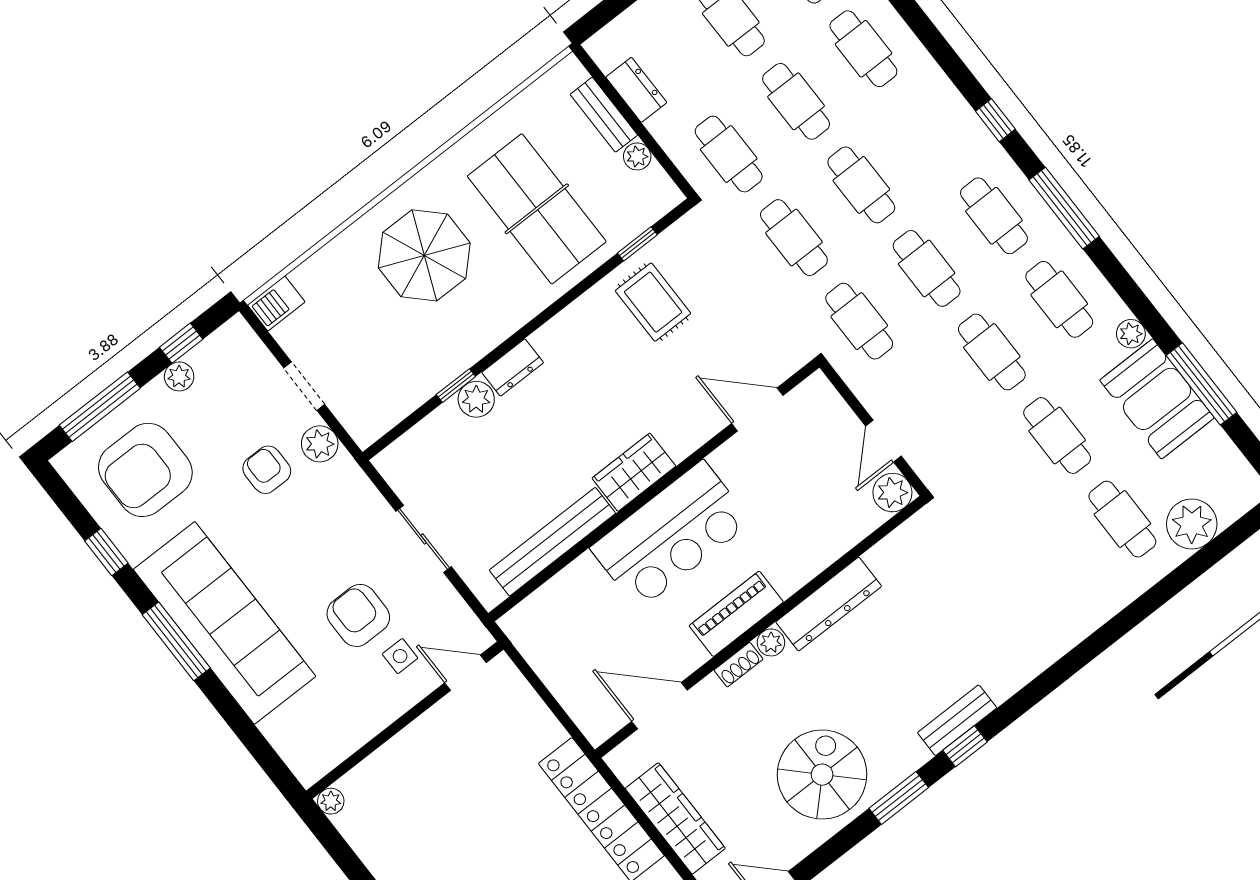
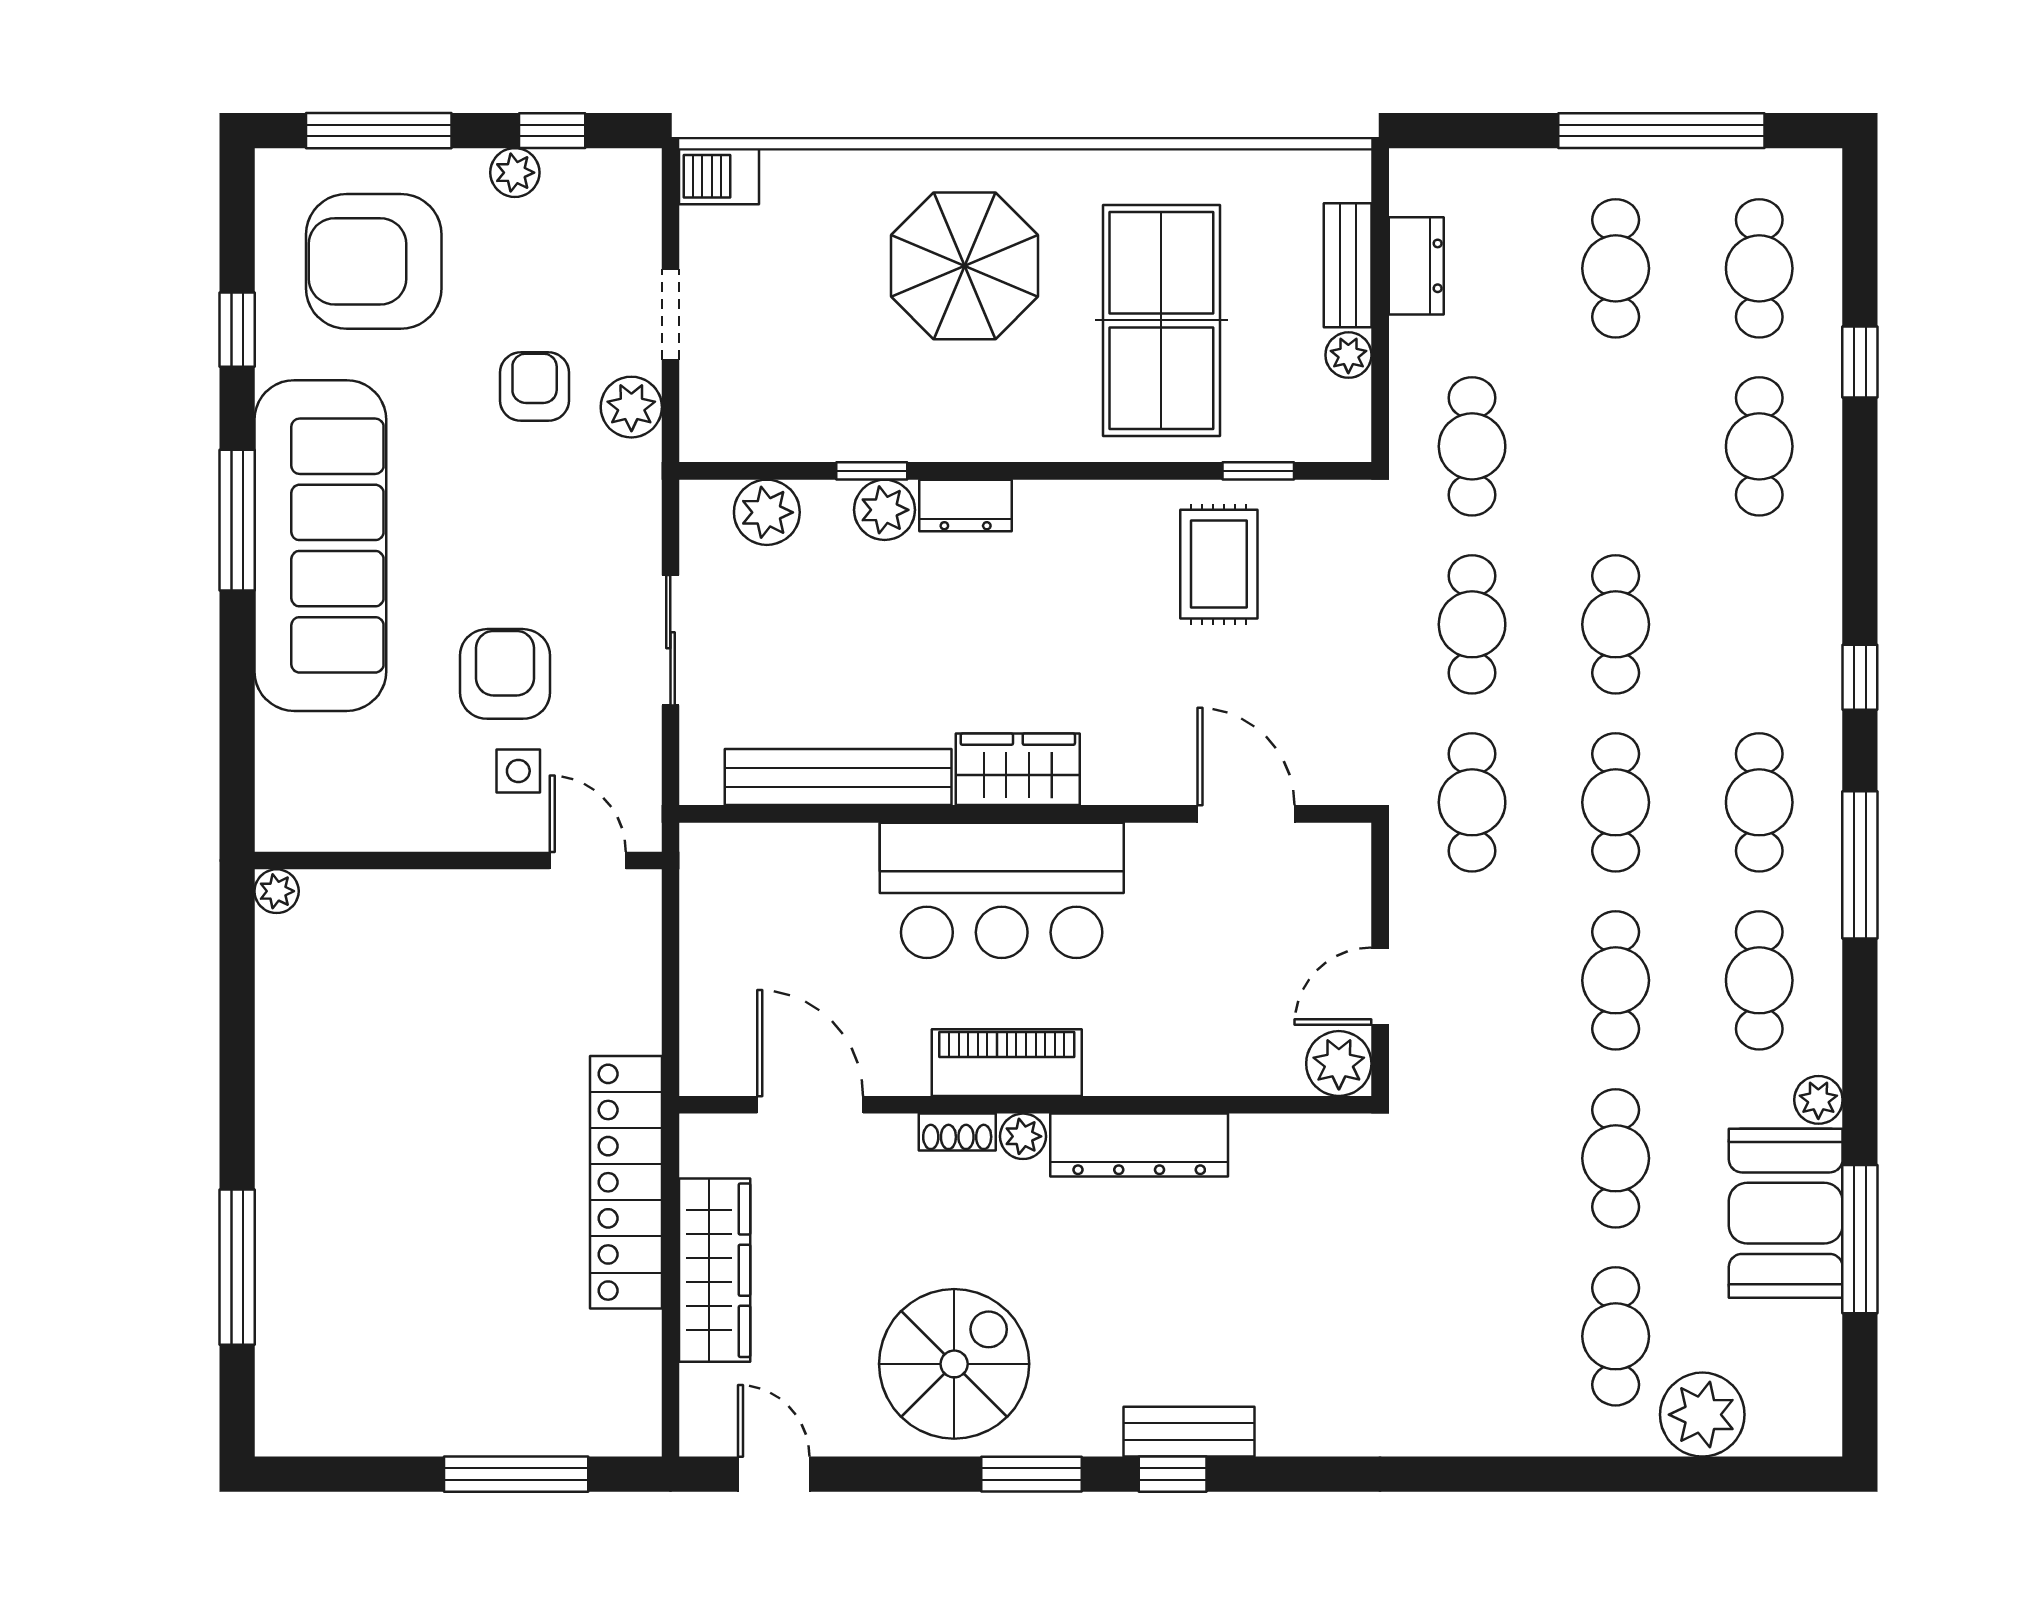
cafe table: (796, 101) -> (1616, 446), removed
plant: (422, 444) -> (767, 512), added

